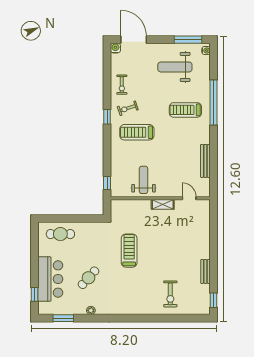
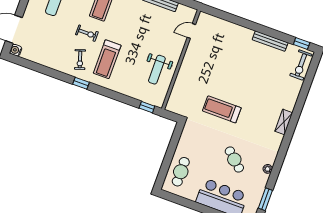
exercise bike: (122, 85) -> (87, 33), moved
weight bench: (144, 180) -> (157, 70), turned -90
shelving: (163, 204) -> (284, 122), moved
bench: (205, 271) -> (270, 41), width x1.36
exercise bike: (170, 294) -> (301, 65), moved, turned 90

